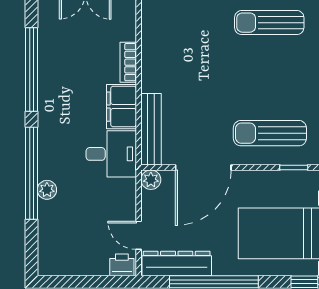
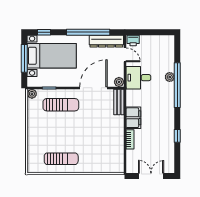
window: (31, 69) -> (177, 136), width x0.32
bench: (151, 129) -> (119, 102), width x0.73
desk: (111, 154) -> (138, 78), moved

